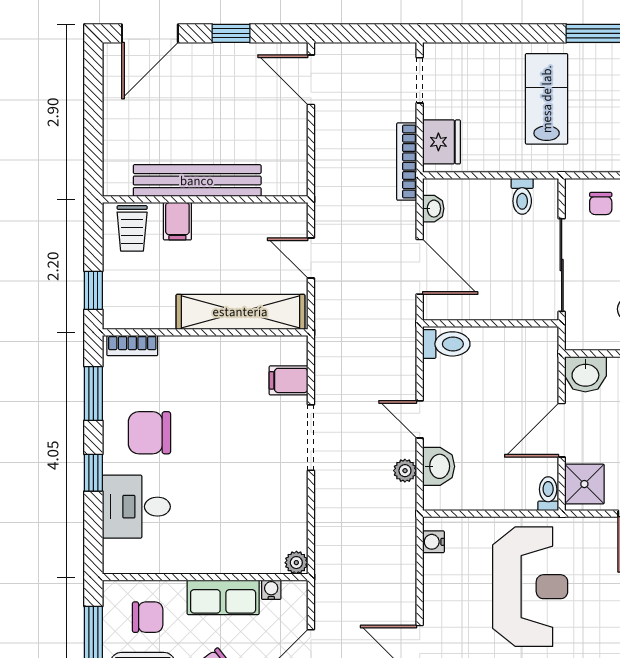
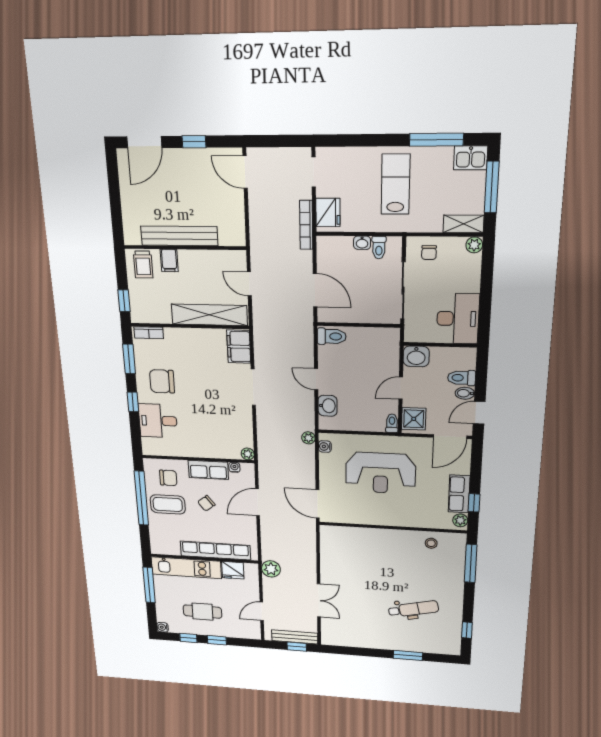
washbasin: (433, 209) -> (362, 243), moved, turned 90
filing cabinet: (288, 380) -> (239, 347), width x2.00
door: (562, 430) -> (401, 388), width x0.73
plant: (405, 471) -> (308, 438), moved
reception desk: (530, 587) -> (381, 473), turned 90

